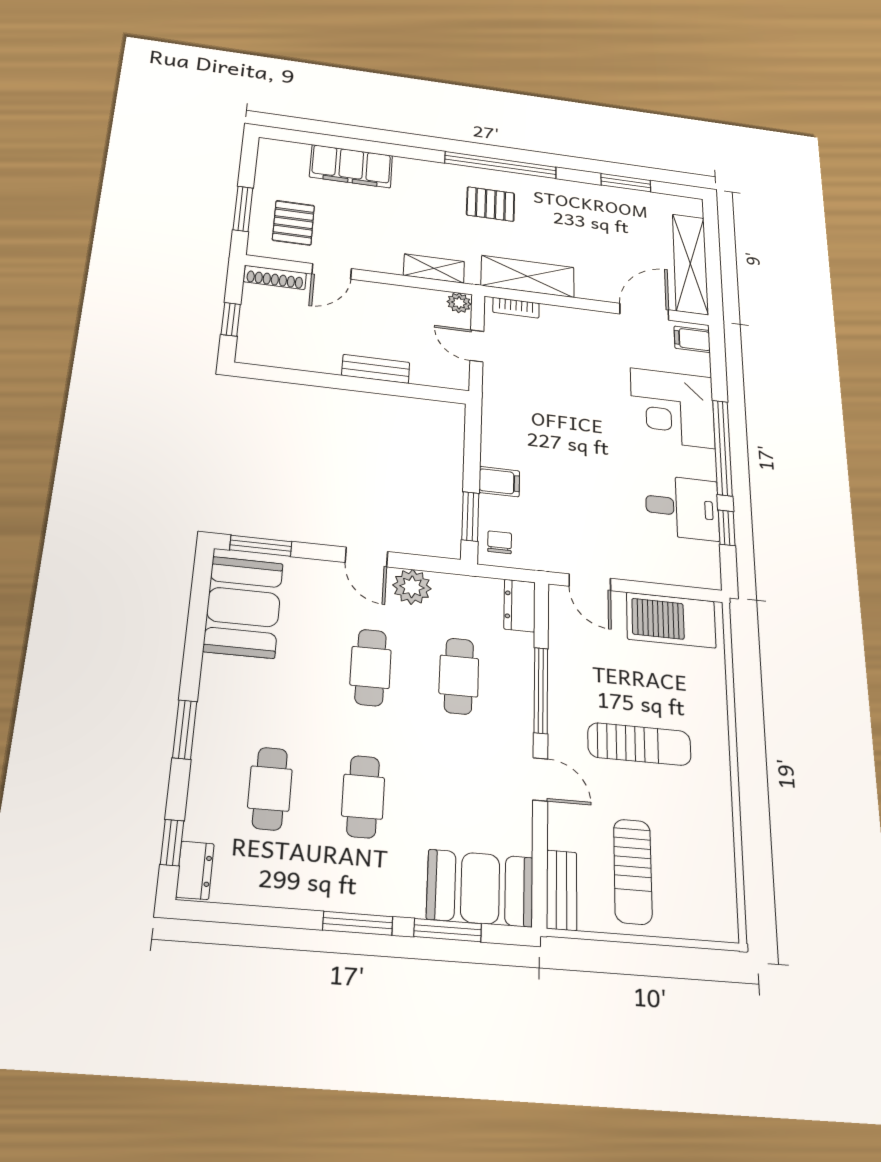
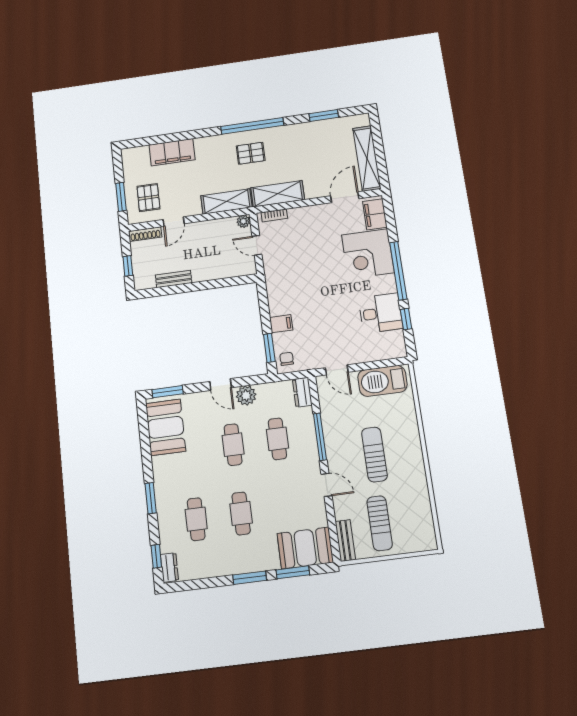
shelving: (434, 269) -> (226, 201), width x1.50, depth x1.33
filing cabinet: (692, 339) -> (375, 214), width x2.00
bench: (376, 369) -> (174, 279), moved
sun lounger: (639, 744) -> (374, 454), turned -90

